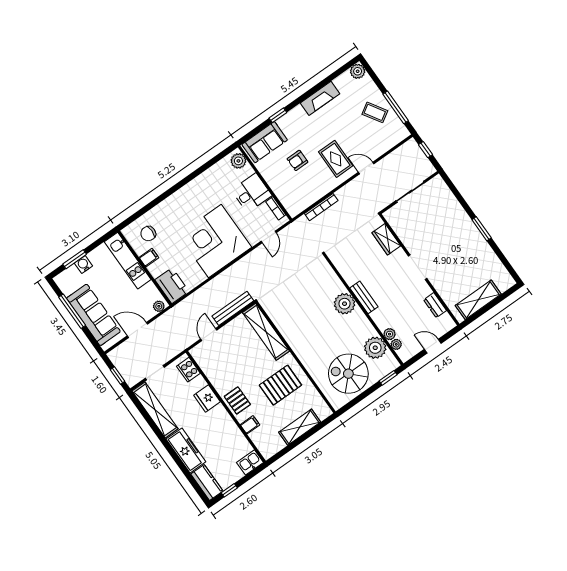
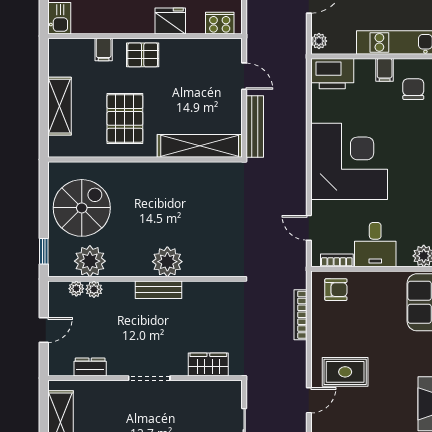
armchair: (297, 160) -> (336, 290), moved, turned 90

